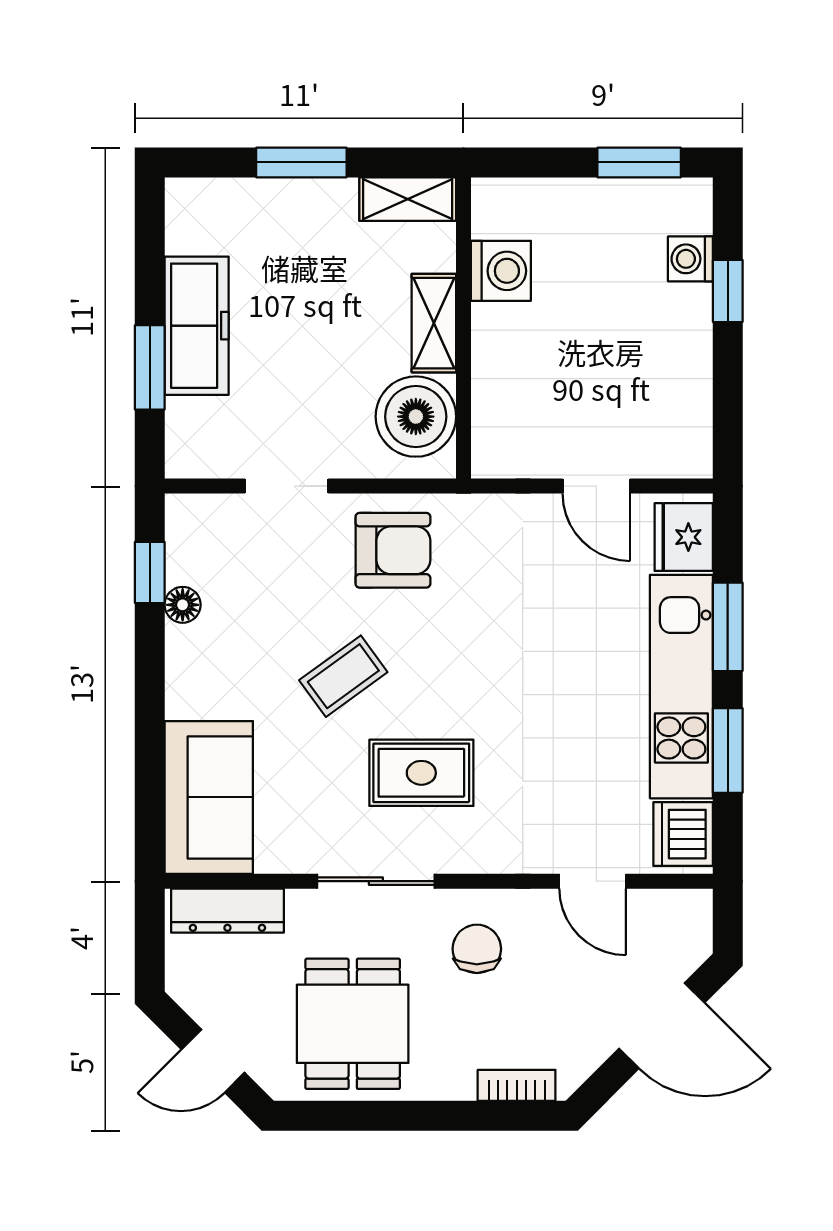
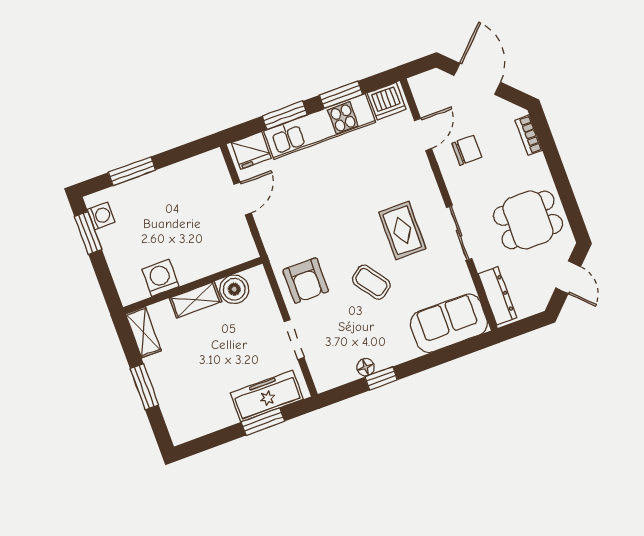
washing machine: (690, 259) -> (101, 216), moved, turned -90
window: (728, 291) -> (132, 171), width x1.50
freezer: (197, 326) -> (267, 396), moved
boiler: (416, 417) -> (234, 289), width x0.73, depth x0.73
armchair: (393, 550) -> (306, 281), turned 180
window: (150, 572) -> (381, 378), moved
chair: (477, 949) -> (467, 150), moved, turned 180

